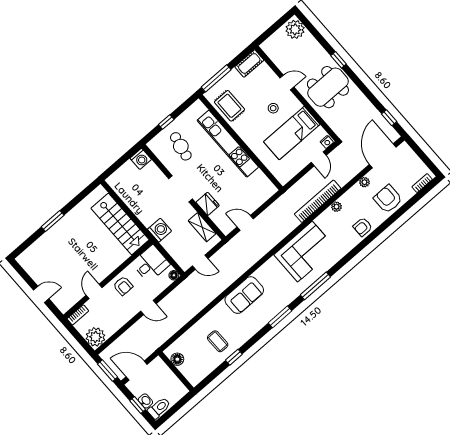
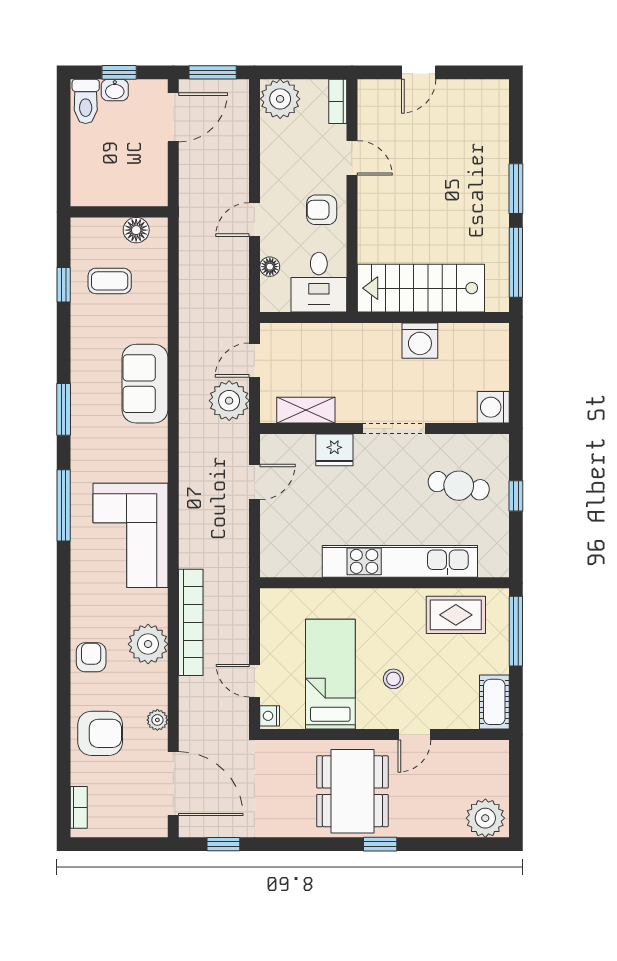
window: (80, 197) -> (516, 262), added
plant: (336, 207) -> (148, 644), width x1.88, depth x1.88
washing machine: (160, 230) -> (420, 341), moved
plant: (223, 259) -> (229, 401), added
floor lamp: (174, 275) -> (270, 267), moved
floor lamp: (177, 359) -> (136, 230), moved
wall: (176, 371) -> (119, 212), moved

